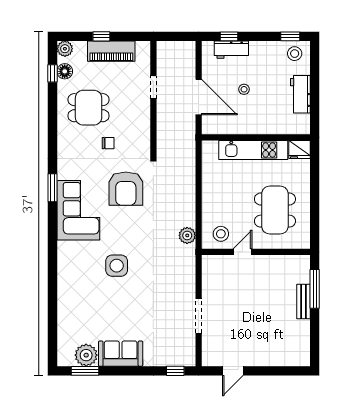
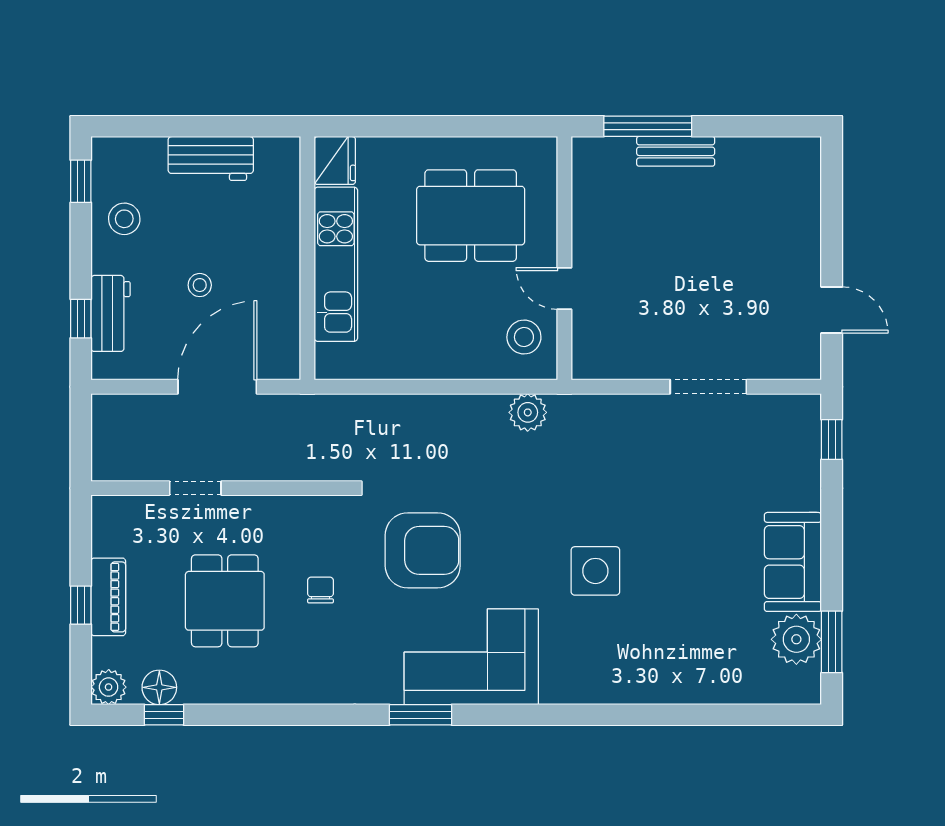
piano: (111, 51) -> (108, 597), width x0.73, depth x0.75
stool: (295, 54) -> (124, 219), moved
dining table: (89, 108) -> (225, 601), moved

